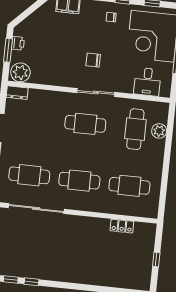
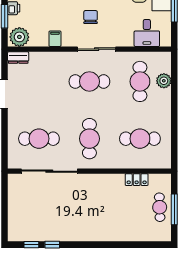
chair: (93, 60) -> (91, 17), turned 90
filing cabinet: (56, 78) -> (55, 39), added
cafe table: (79, 181) -> (89, 139), turned 90
cafe table: (142, 256) -> (160, 207), added
window: (156, 259) -> (174, 209), width x2.17

